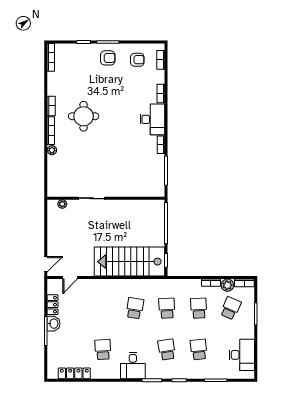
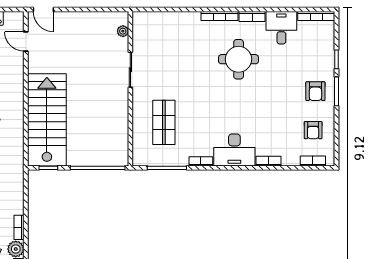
desk: (60, 84) -> (281, 28), added
plant: (52, 150) -> (194, 17), removed
shop shelf: (131, 173) -> (164, 122), added

